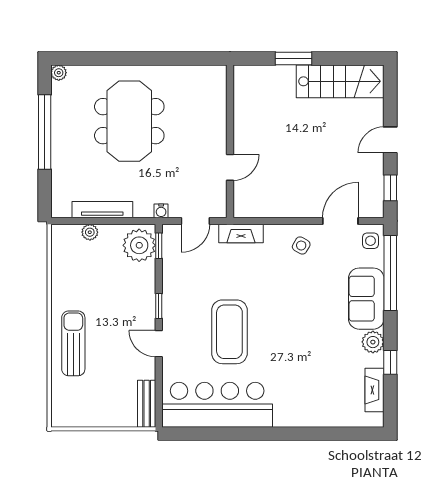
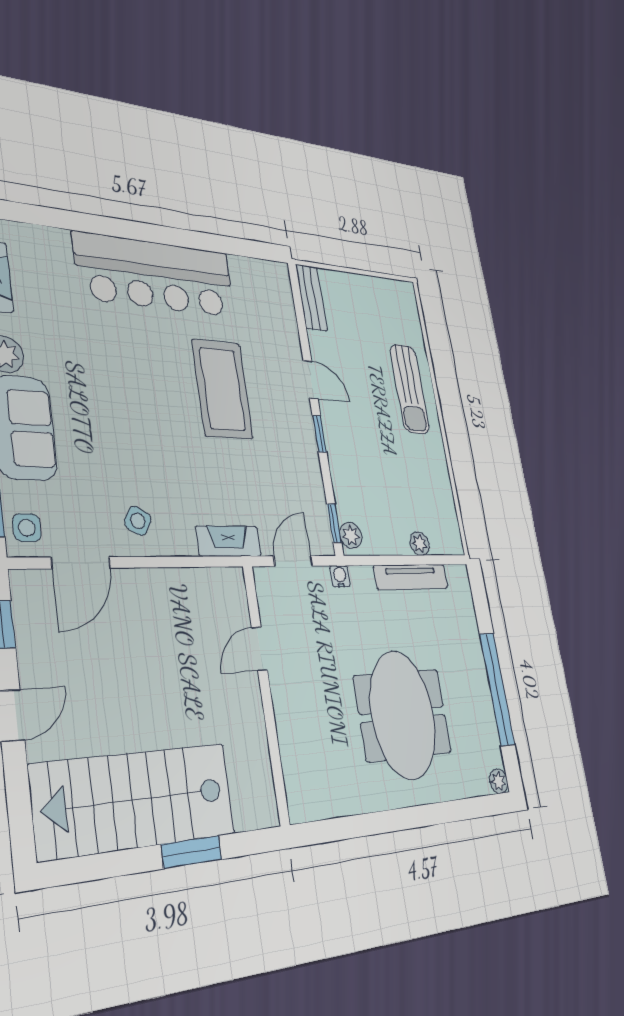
stairs: (340, 81) -> (135, 800), width x1.36, depth x1.51
plant: (139, 245) -> (351, 535), width x0.53, depth x0.53
bar counter: (217, 405) -> (156, 275), moved

